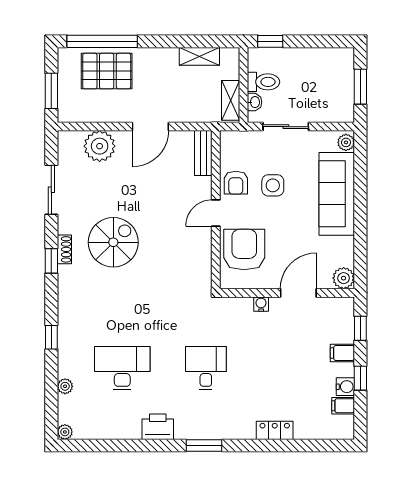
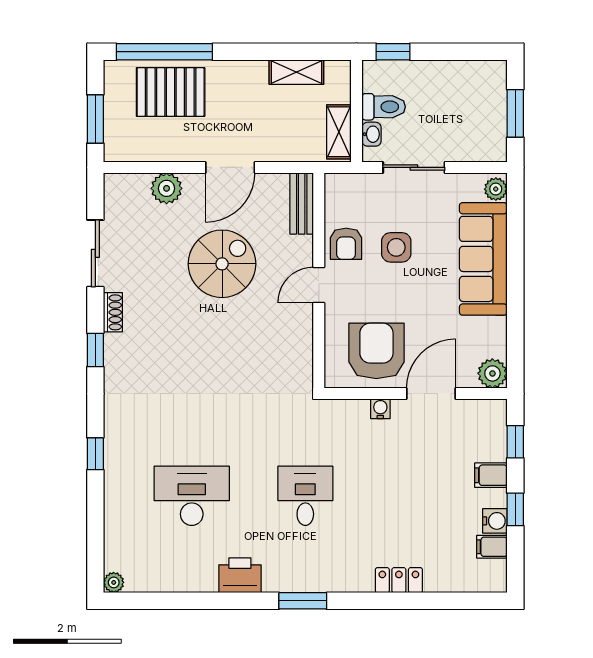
plant: (100, 146) -> (167, 188), width x0.73, depth x0.73
spiral stairs: (113, 242) -> (222, 264), moved
shoe rack: (64, 249) -> (113, 312), moved
armchair: (244, 250) -> (376, 351), moved
plant: (65, 386) -> (114, 520), removed

